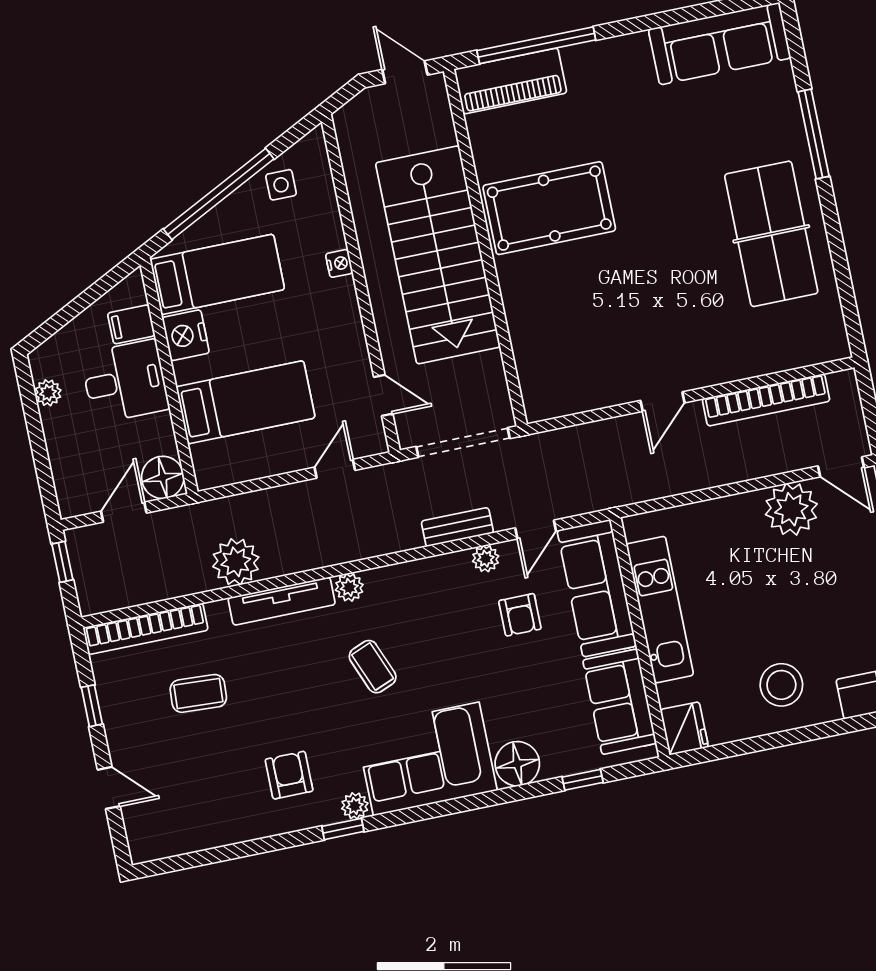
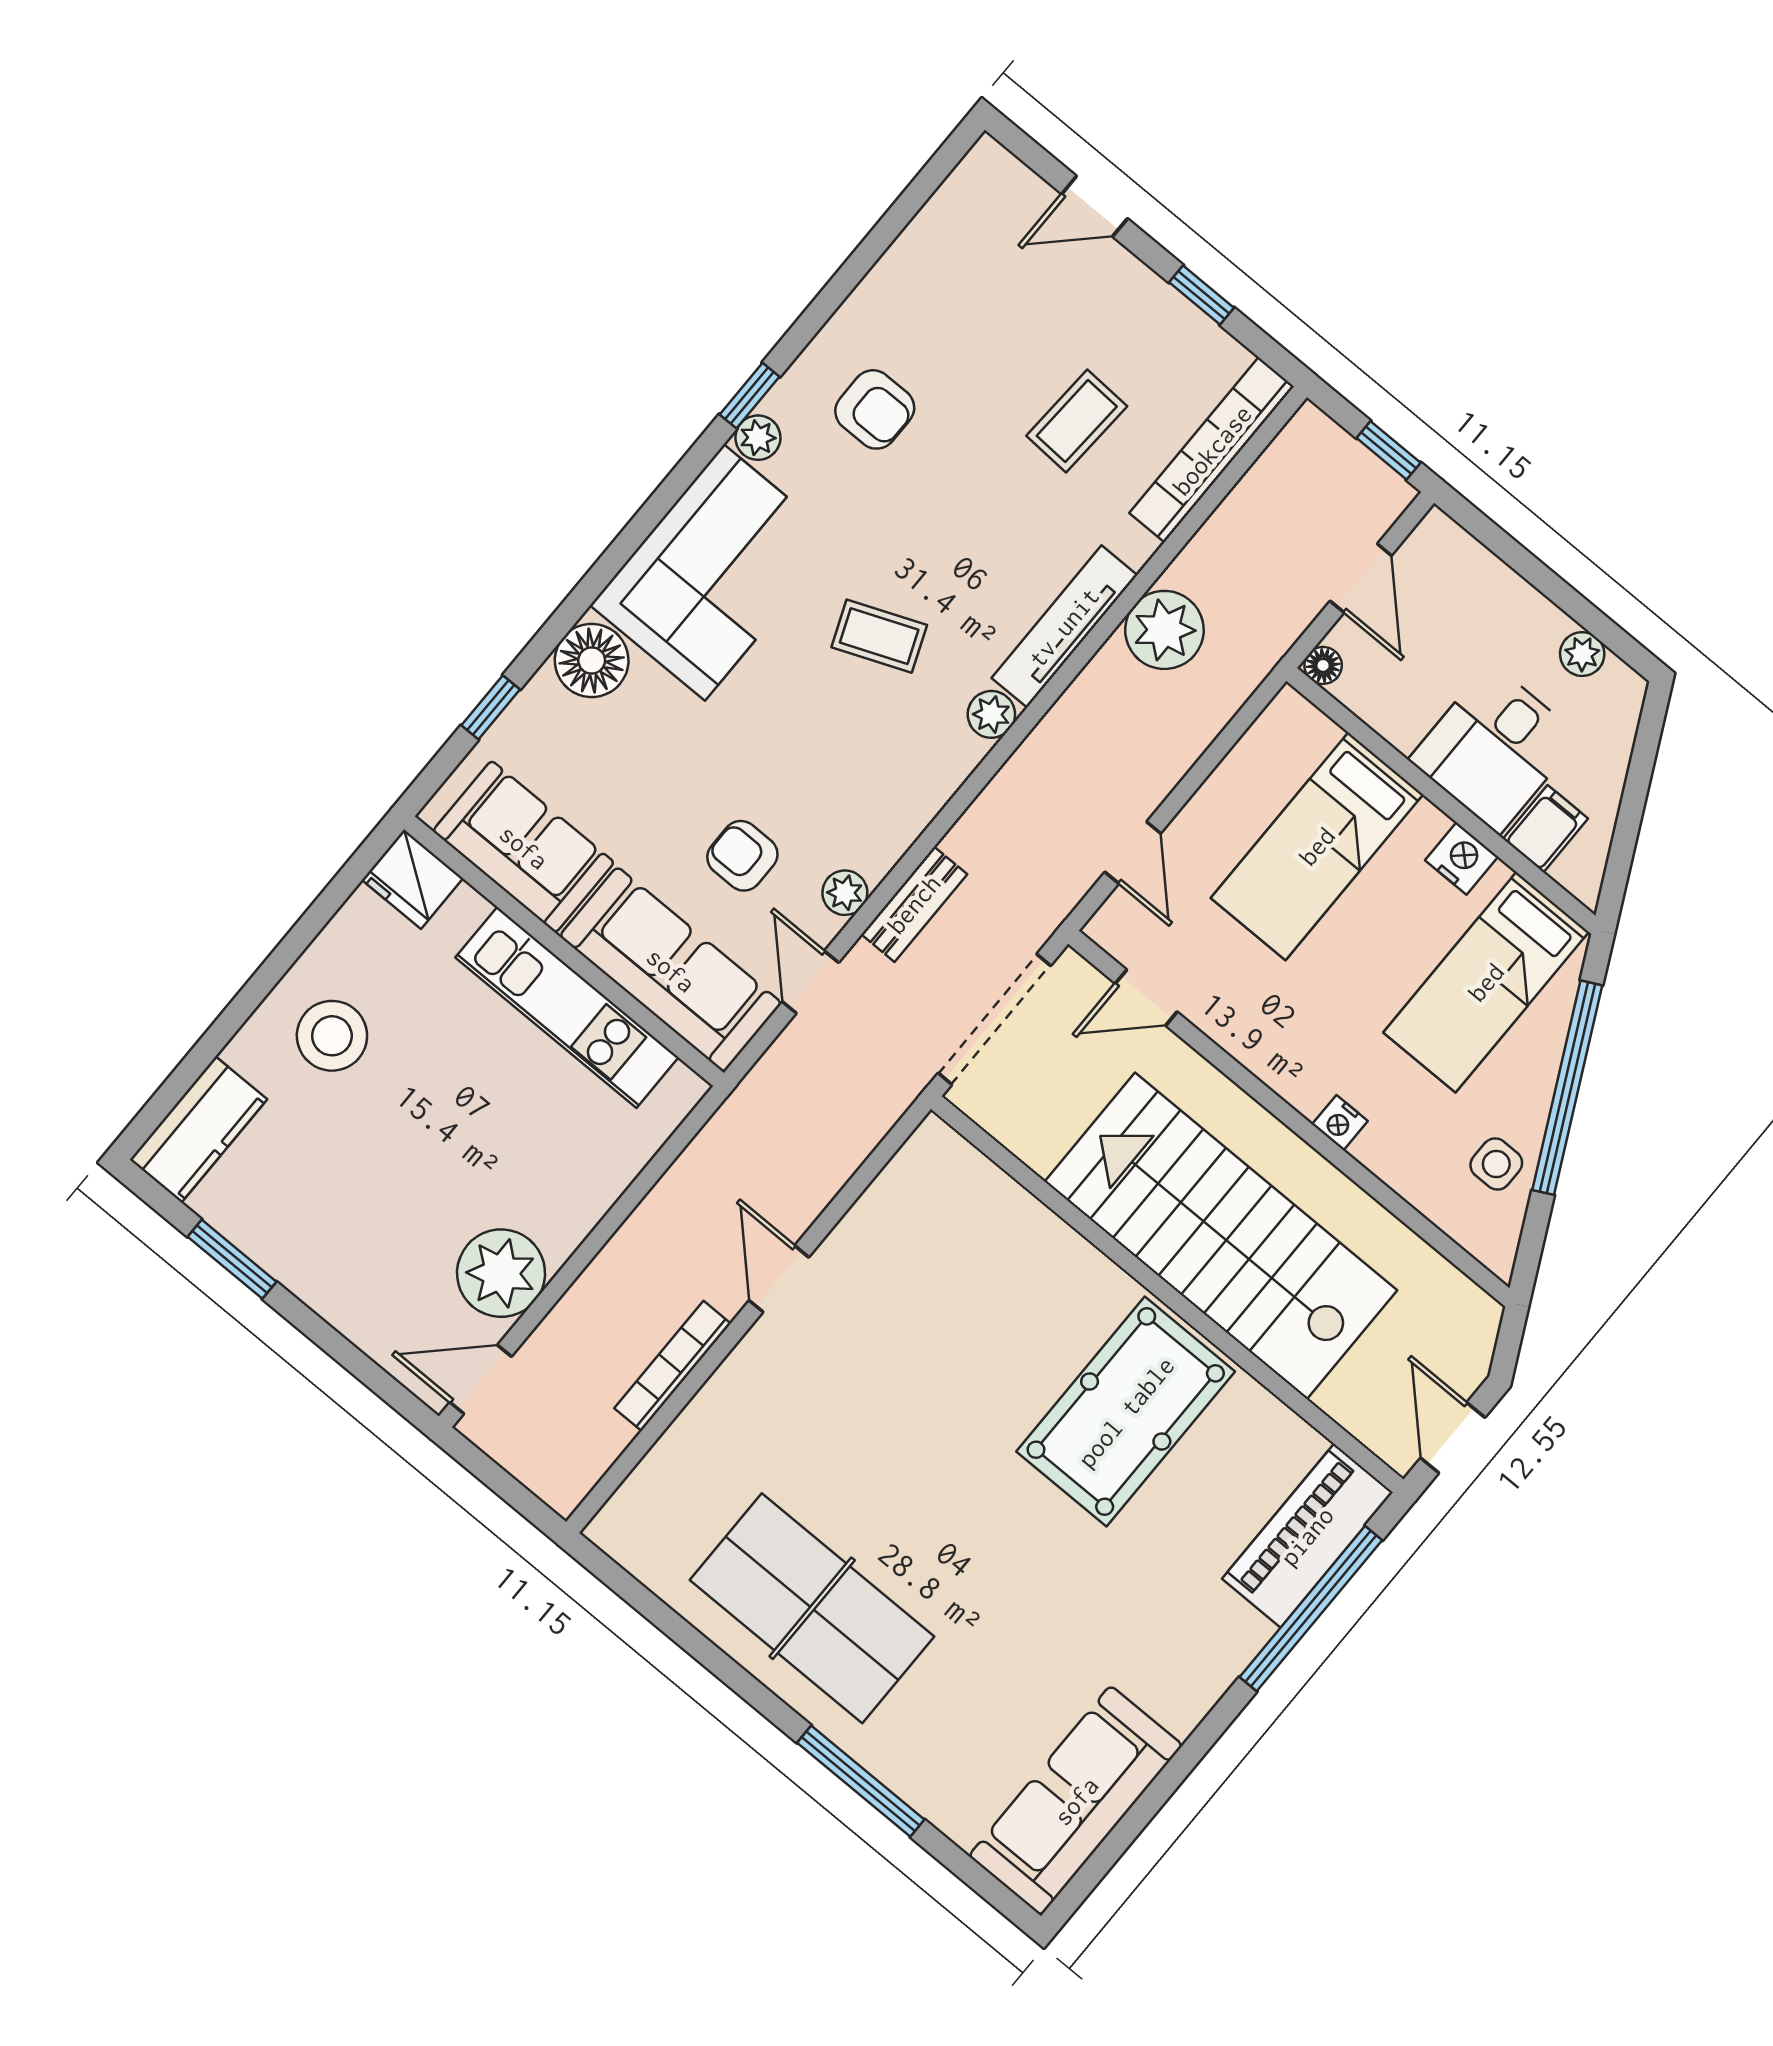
door: (405, 72) -> (1453, 1438), swing flipped
nightstand: (186, 335) -> (1462, 858), width x0.74, depth x0.75
bookcase: (766, 400) -> (673, 1366), width x0.68, depth x0.76
floor lamp: (163, 477) -> (1323, 665), width x0.53, depth x0.53

